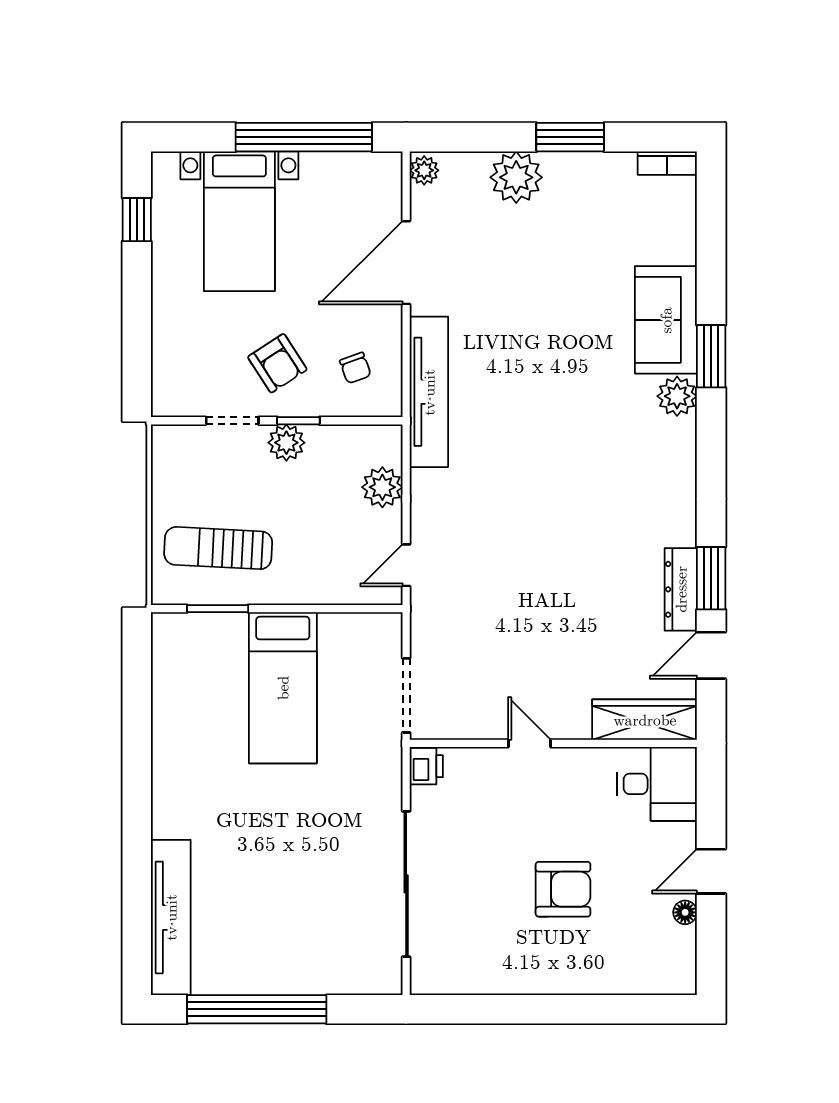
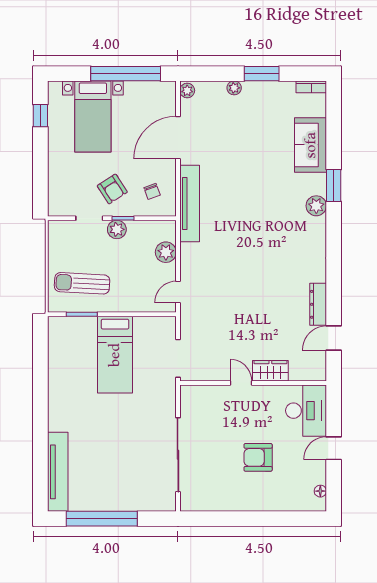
plant: (516, 177) -> (234, 88), width x0.53, depth x0.53
sofa: (666, 320) -> (311, 145), moved
window: (711, 578) -> (334, 299), removed
wardrobe: (645, 720) -> (270, 371), moved, width x0.67
printer: (426, 766) -> (188, 395), removed
desk: (657, 784) -> (306, 411), width x1.37
armchair: (563, 889) -> (258, 457), turned 180
floor lamp: (685, 912) -> (320, 491), moved

